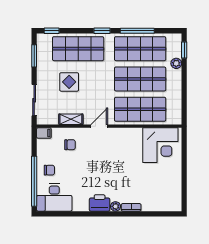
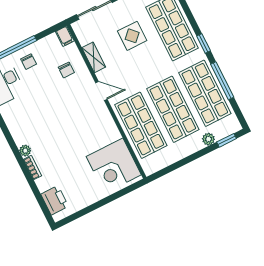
printer: (100, 203) -> (55, 200), moved

